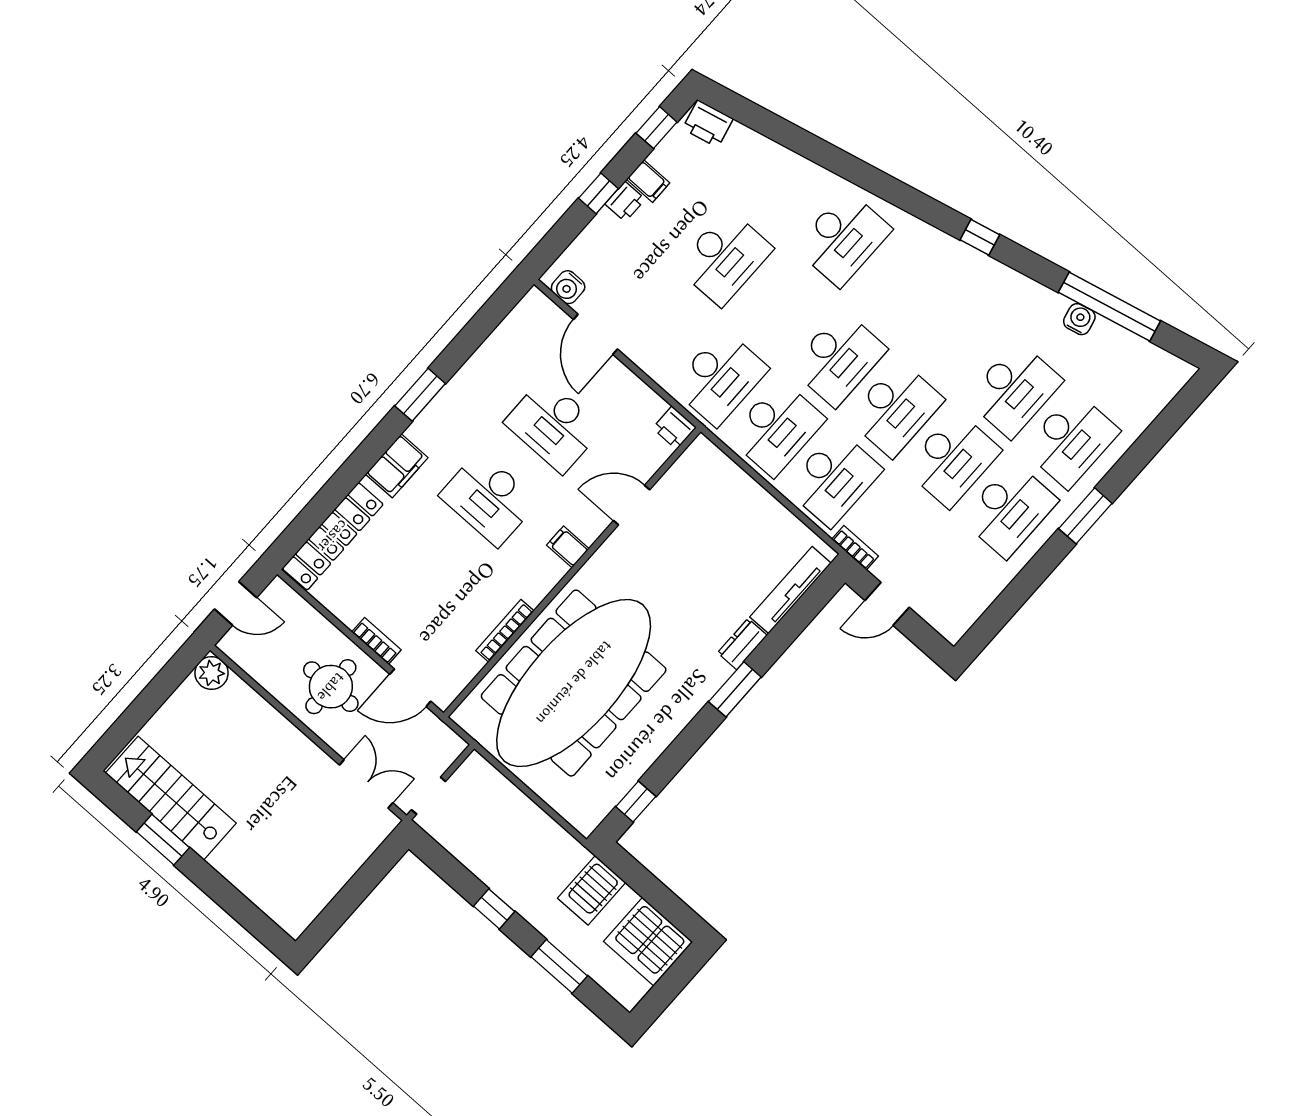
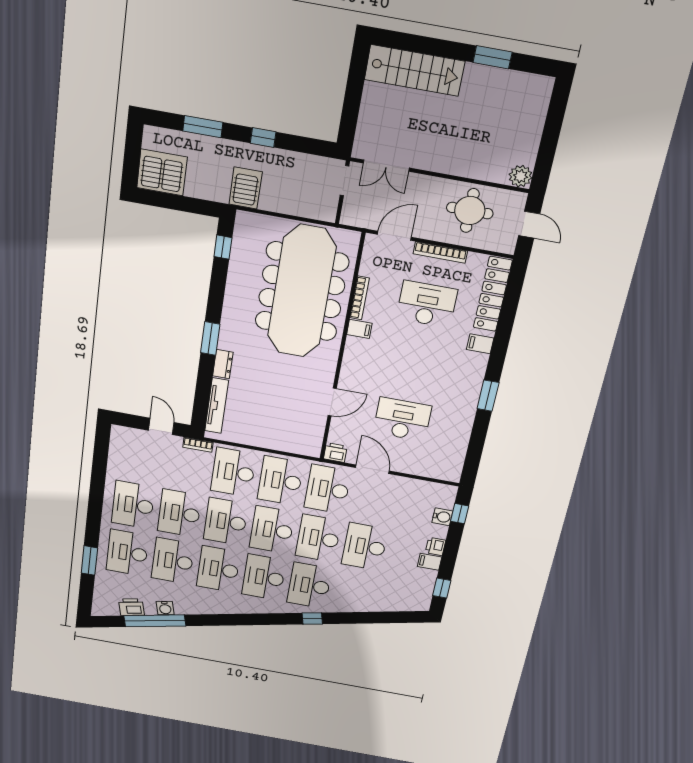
printer: (708, 124) -> (131, 607), moved
window: (598, 193) -> (460, 514), moved
window: (980, 237) -> (312, 618), moved
water cooler: (568, 287) -> (442, 517), moved, turned 90
desk: (900, 289) -> (264, 577), added
desk: (782, 308) -> (318, 538), added
door: (595, 334) -> (372, 469), moved
desk: (957, 339) -> (218, 569), added
filing cabinet: (397, 466) -> (480, 344), width x0.50
desk: (489, 499) -> (427, 304), moved
window: (1085, 516) -> (89, 560), moved
filing cabinet: (568, 547) -> (359, 329), moved
door: (236, 603) -> (529, 225), swing flipped
door: (887, 604) -> (161, 426), hinge flipped
bookcase: (376, 641) -> (440, 252), width x1.56
round table: (331, 687) -> (470, 211), moved
stairs: (171, 798) -> (414, 70), moved
server rack: (592, 890) -> (246, 188), moved

